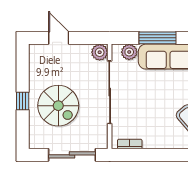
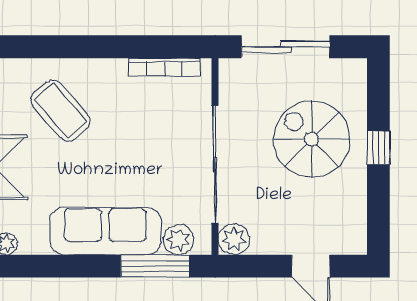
window: (157, 38) -> (155, 266), moved
bookcase: (130, 144) -> (164, 67), width x1.56

